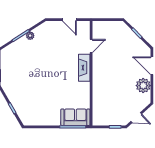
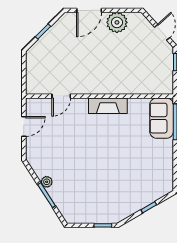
door: (91, 46) -> (61, 96), swing flipped
fireplace: (84, 68) -> (108, 106), moved

